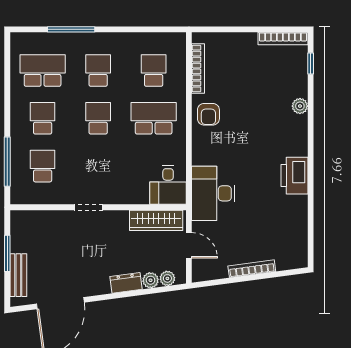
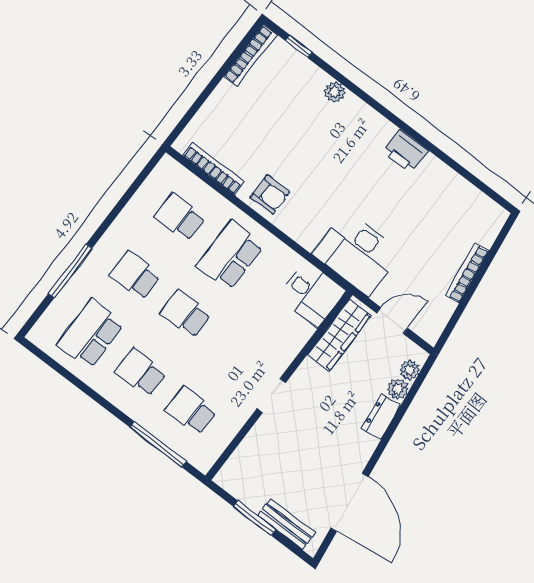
printer: (294, 176) -> (405, 151), width x0.73, depth x0.84

